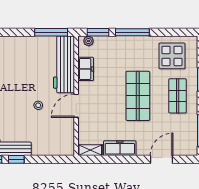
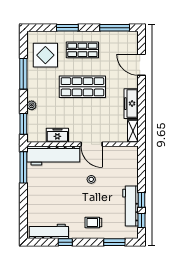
window: (132, 32) -> (23, 74), moved
plant: (89, 41) -> (32, 105), moved

